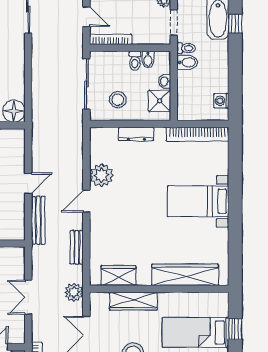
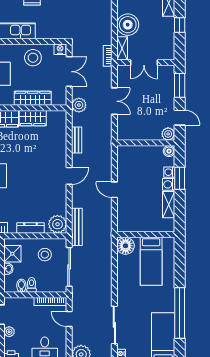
plant: (101, 175) -> (57, 224), moved
door: (28, 183) -> (114, 190), hinge flipped
bench: (38, 220) -> (77, 227), moved
wardrobe: (119, 276) -> (33, 118), moved

